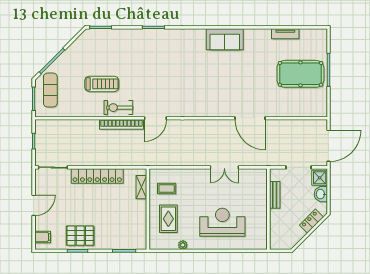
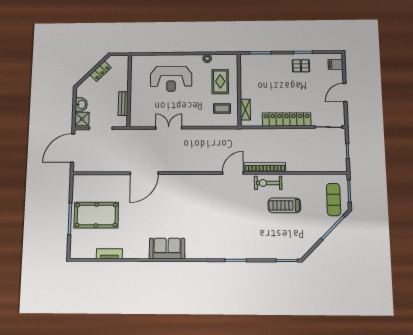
exercise bike: (118, 108) -> (268, 183), turned 180
door: (250, 118) -> (144, 173), swing flipped
locker: (311, 221) -> (101, 71), moved
pallet: (80, 236) -> (301, 66), width x0.67, depth x0.71

